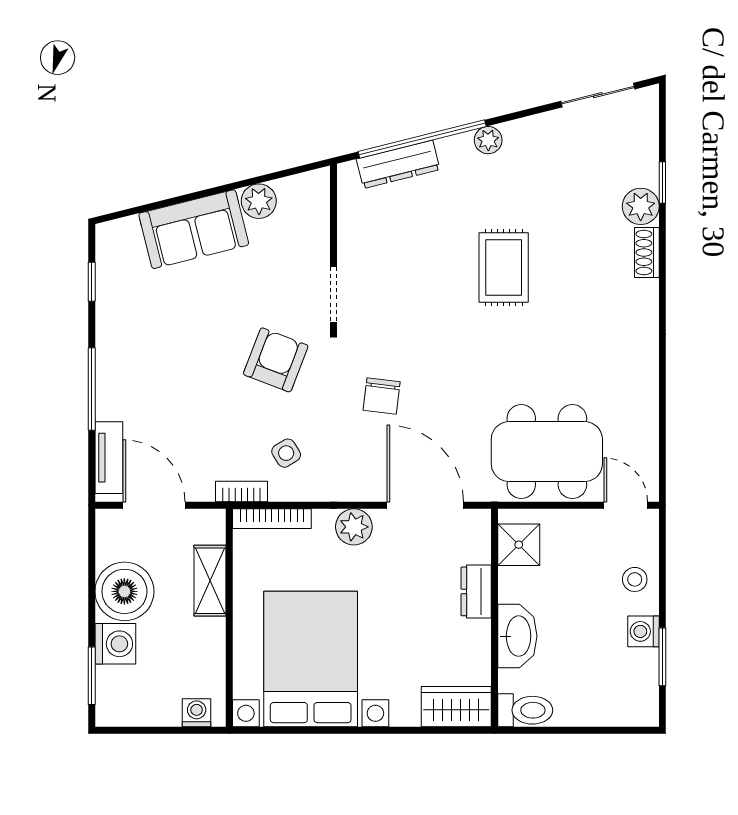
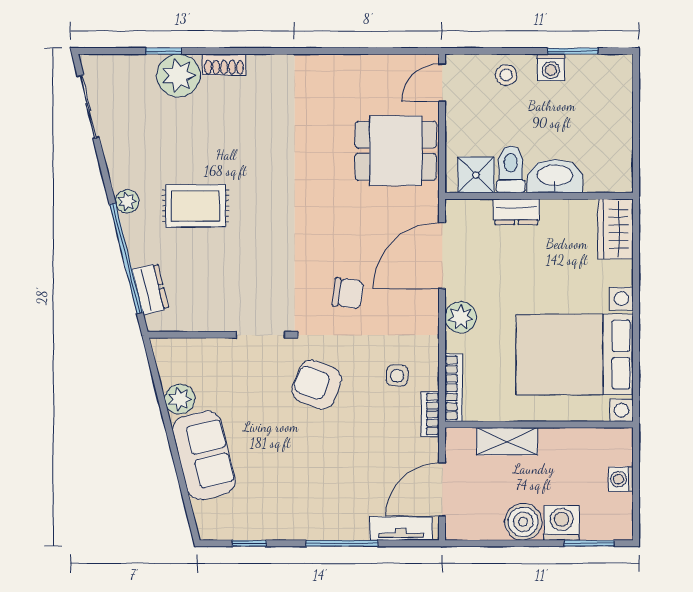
dresser: (398, 164) -> (150, 289), width x0.70
plant: (641, 206) -> (179, 76), width x1.36, depth x1.36
rug: (504, 267) -> (196, 206), moved
dining table: (547, 452) -> (396, 151), width x0.73
side table: (286, 453) -> (397, 376), turned 36
boiler: (124, 591) -> (523, 522), width x0.73, depth x0.73
toilet: (525, 710) -> (511, 169), moved
washing machine: (197, 713) -> (621, 479), moved

